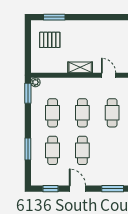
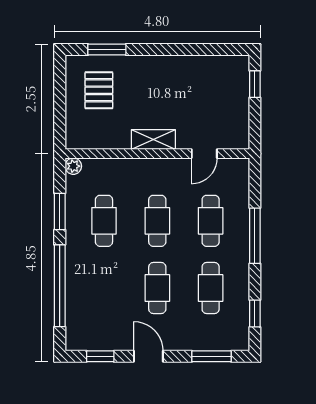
pallet: (50, 40) -> (99, 90), turned 90
door: (109, 75) -> (204, 154), swing flipped
window: (28, 93) -> (60, 212), moved
window: (28, 149) -> (60, 286), width x2.11
cafe table: (53, 150) -> (211, 288), moved

